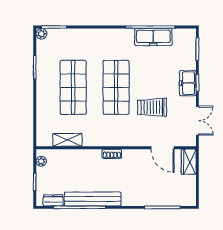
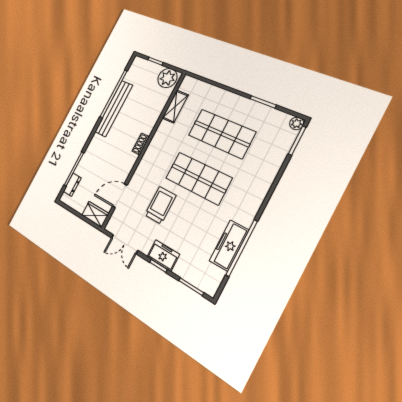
plant: (41, 161) -> (167, 78), width x1.88, depth x1.88
dresser: (53, 200) -> (72, 185), moved

